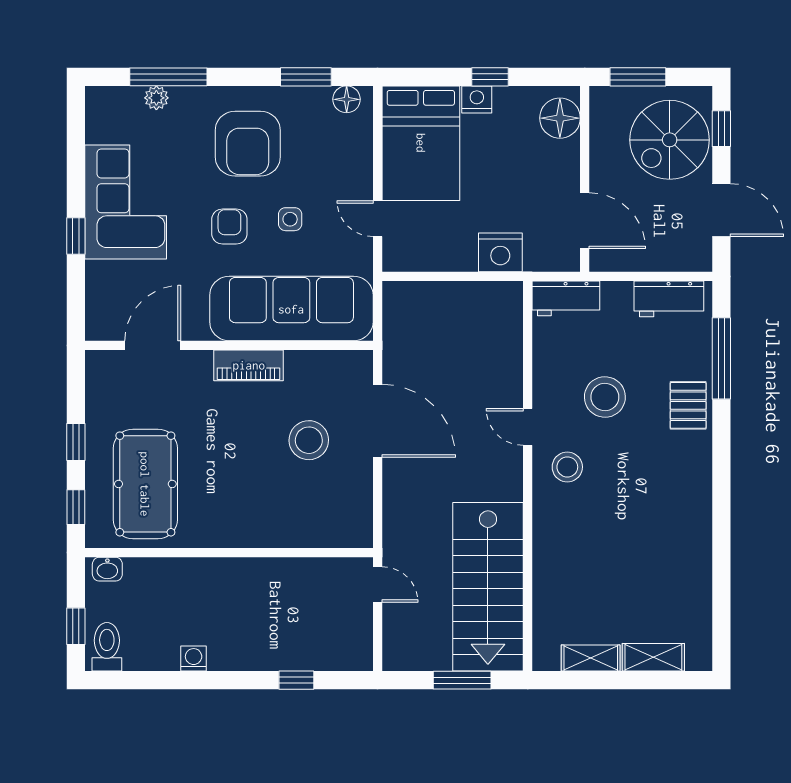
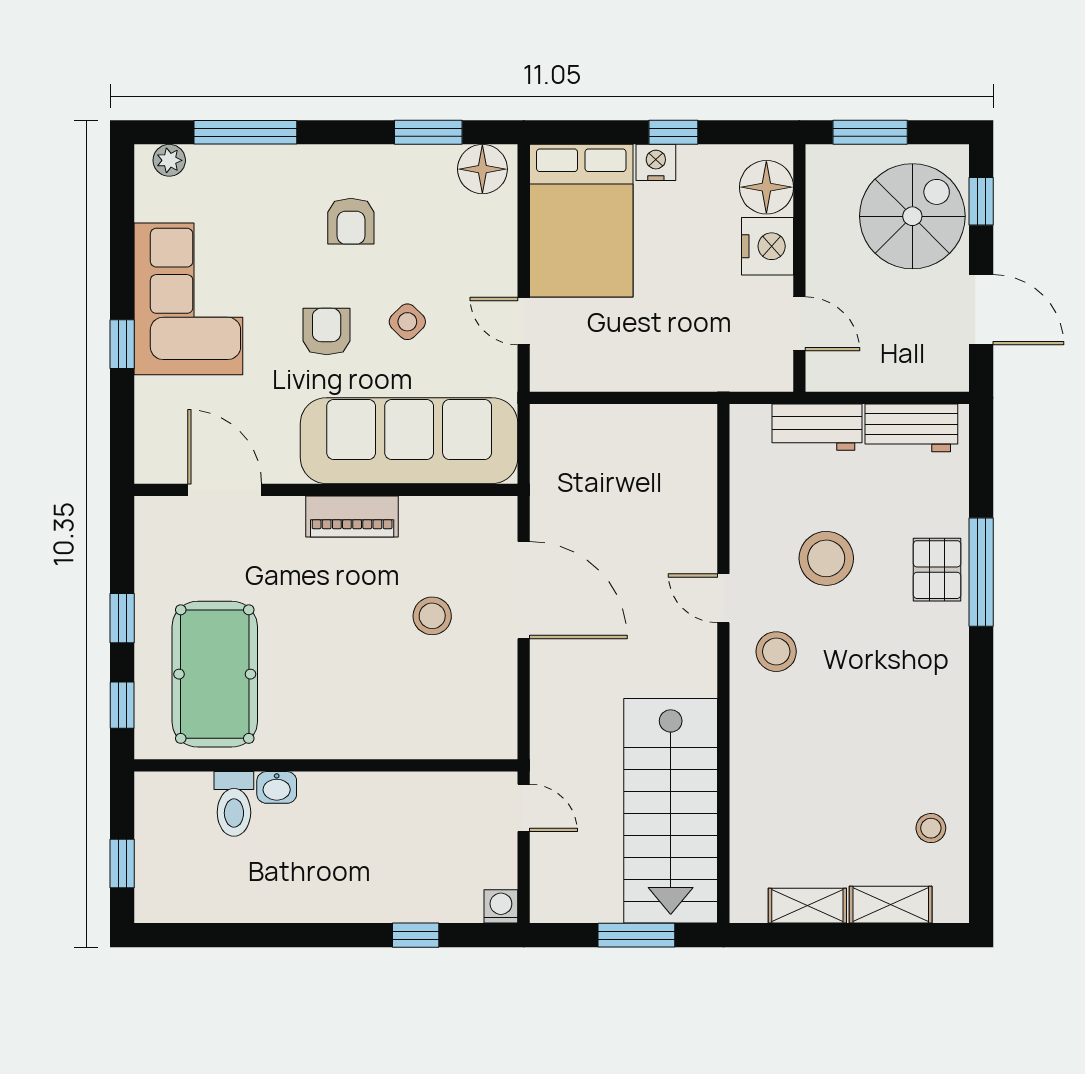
plant: (156, 98) -> (169, 160), moved
floor lamp: (347, 99) -> (482, 169), width x1.38, depth x1.38
spiral stairs: (670, 140) -> (912, 216), turned 180
armchair: (248, 144) -> (351, 221), width x0.53, depth x0.53
side table: (290, 219) -> (407, 322), turned 45
door: (585, 221) -> (799, 324), width x0.73
nightstand: (500, 252) -> (767, 246), moved, turned -90
workbench: (566, 298) -> (817, 427), moved
door: (153, 345) -> (225, 490), hinge flipped
window: (721, 358) -> (981, 572), moved
stool: (309, 440) -> (432, 616), width x0.73, depth x0.73
washbasin: (107, 569) -> (277, 787), moved
stool: (684, 600) -> (931, 828), added
toilet: (107, 647) -> (234, 804), moved, turned 180
washing machine: (194, 659) -> (501, 906), moved

